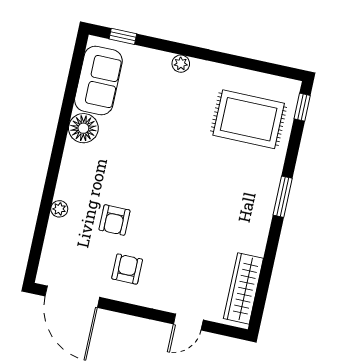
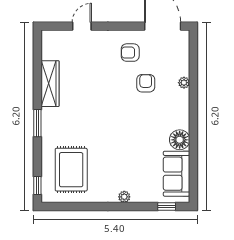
rug: (249, 119) -> (71, 170), turned 90
armchair: (127, 269) -> (130, 53), turned 90
wardrobe: (243, 288) -> (50, 84), moved

